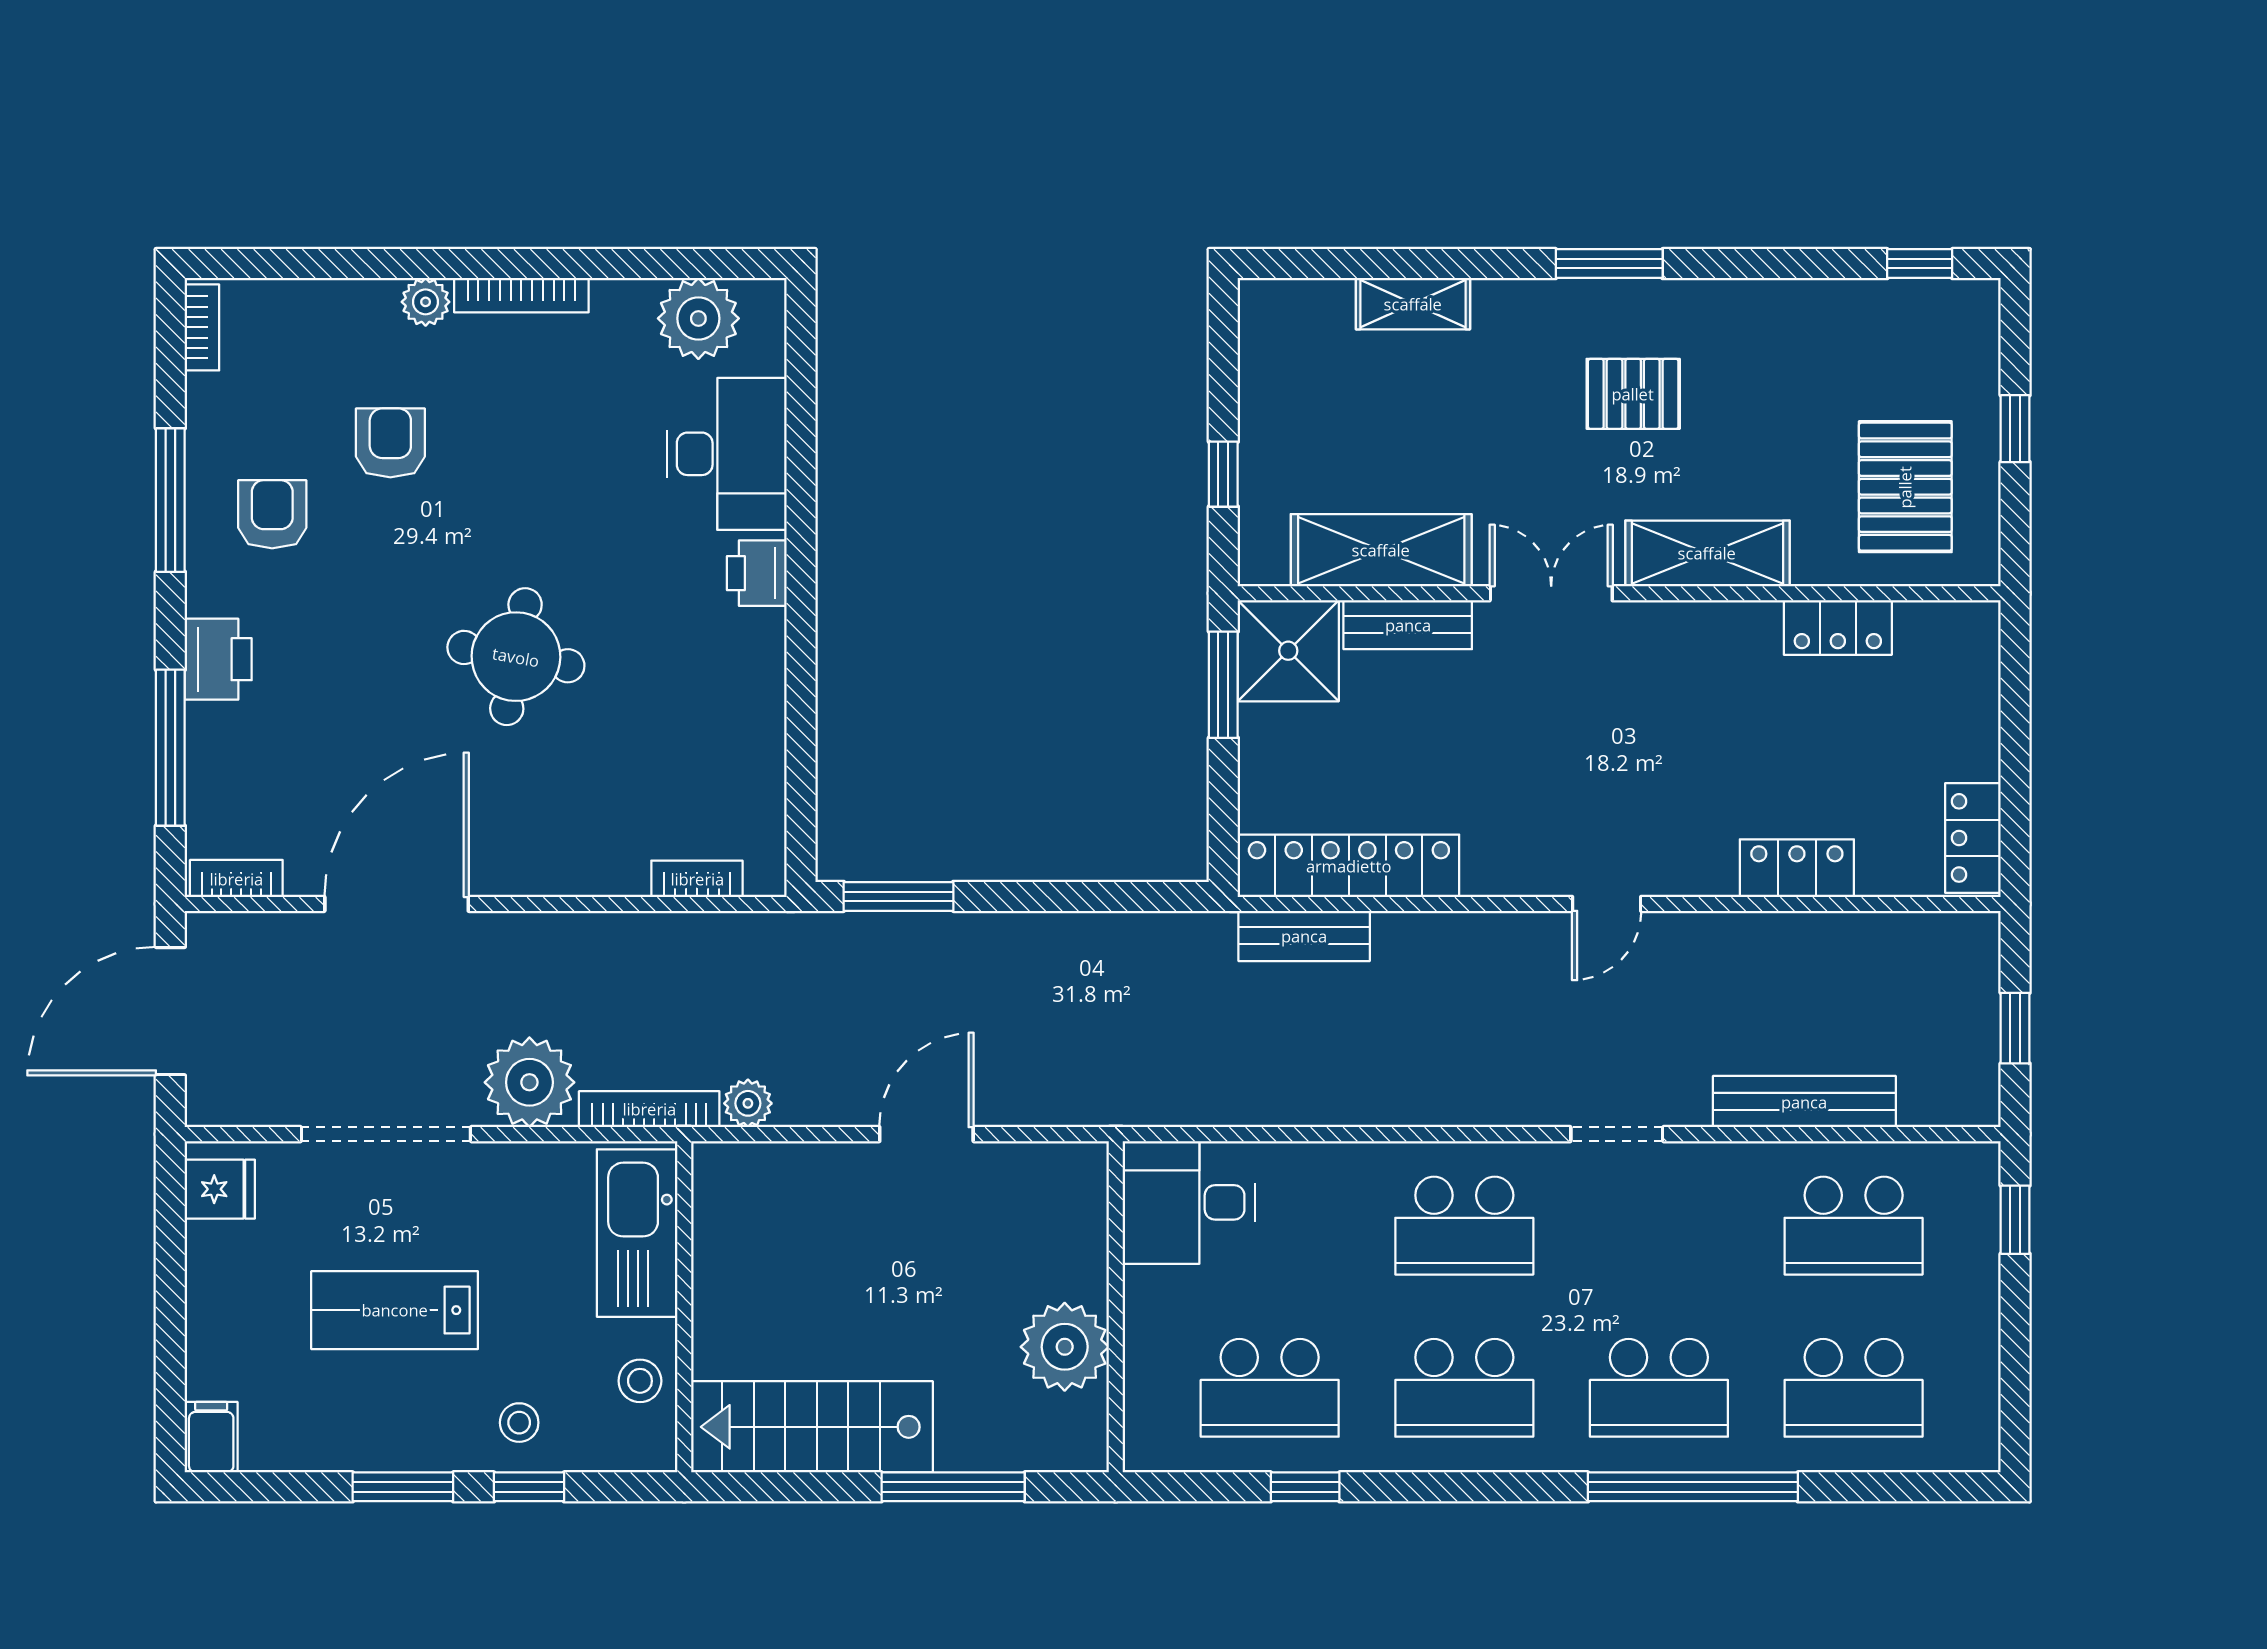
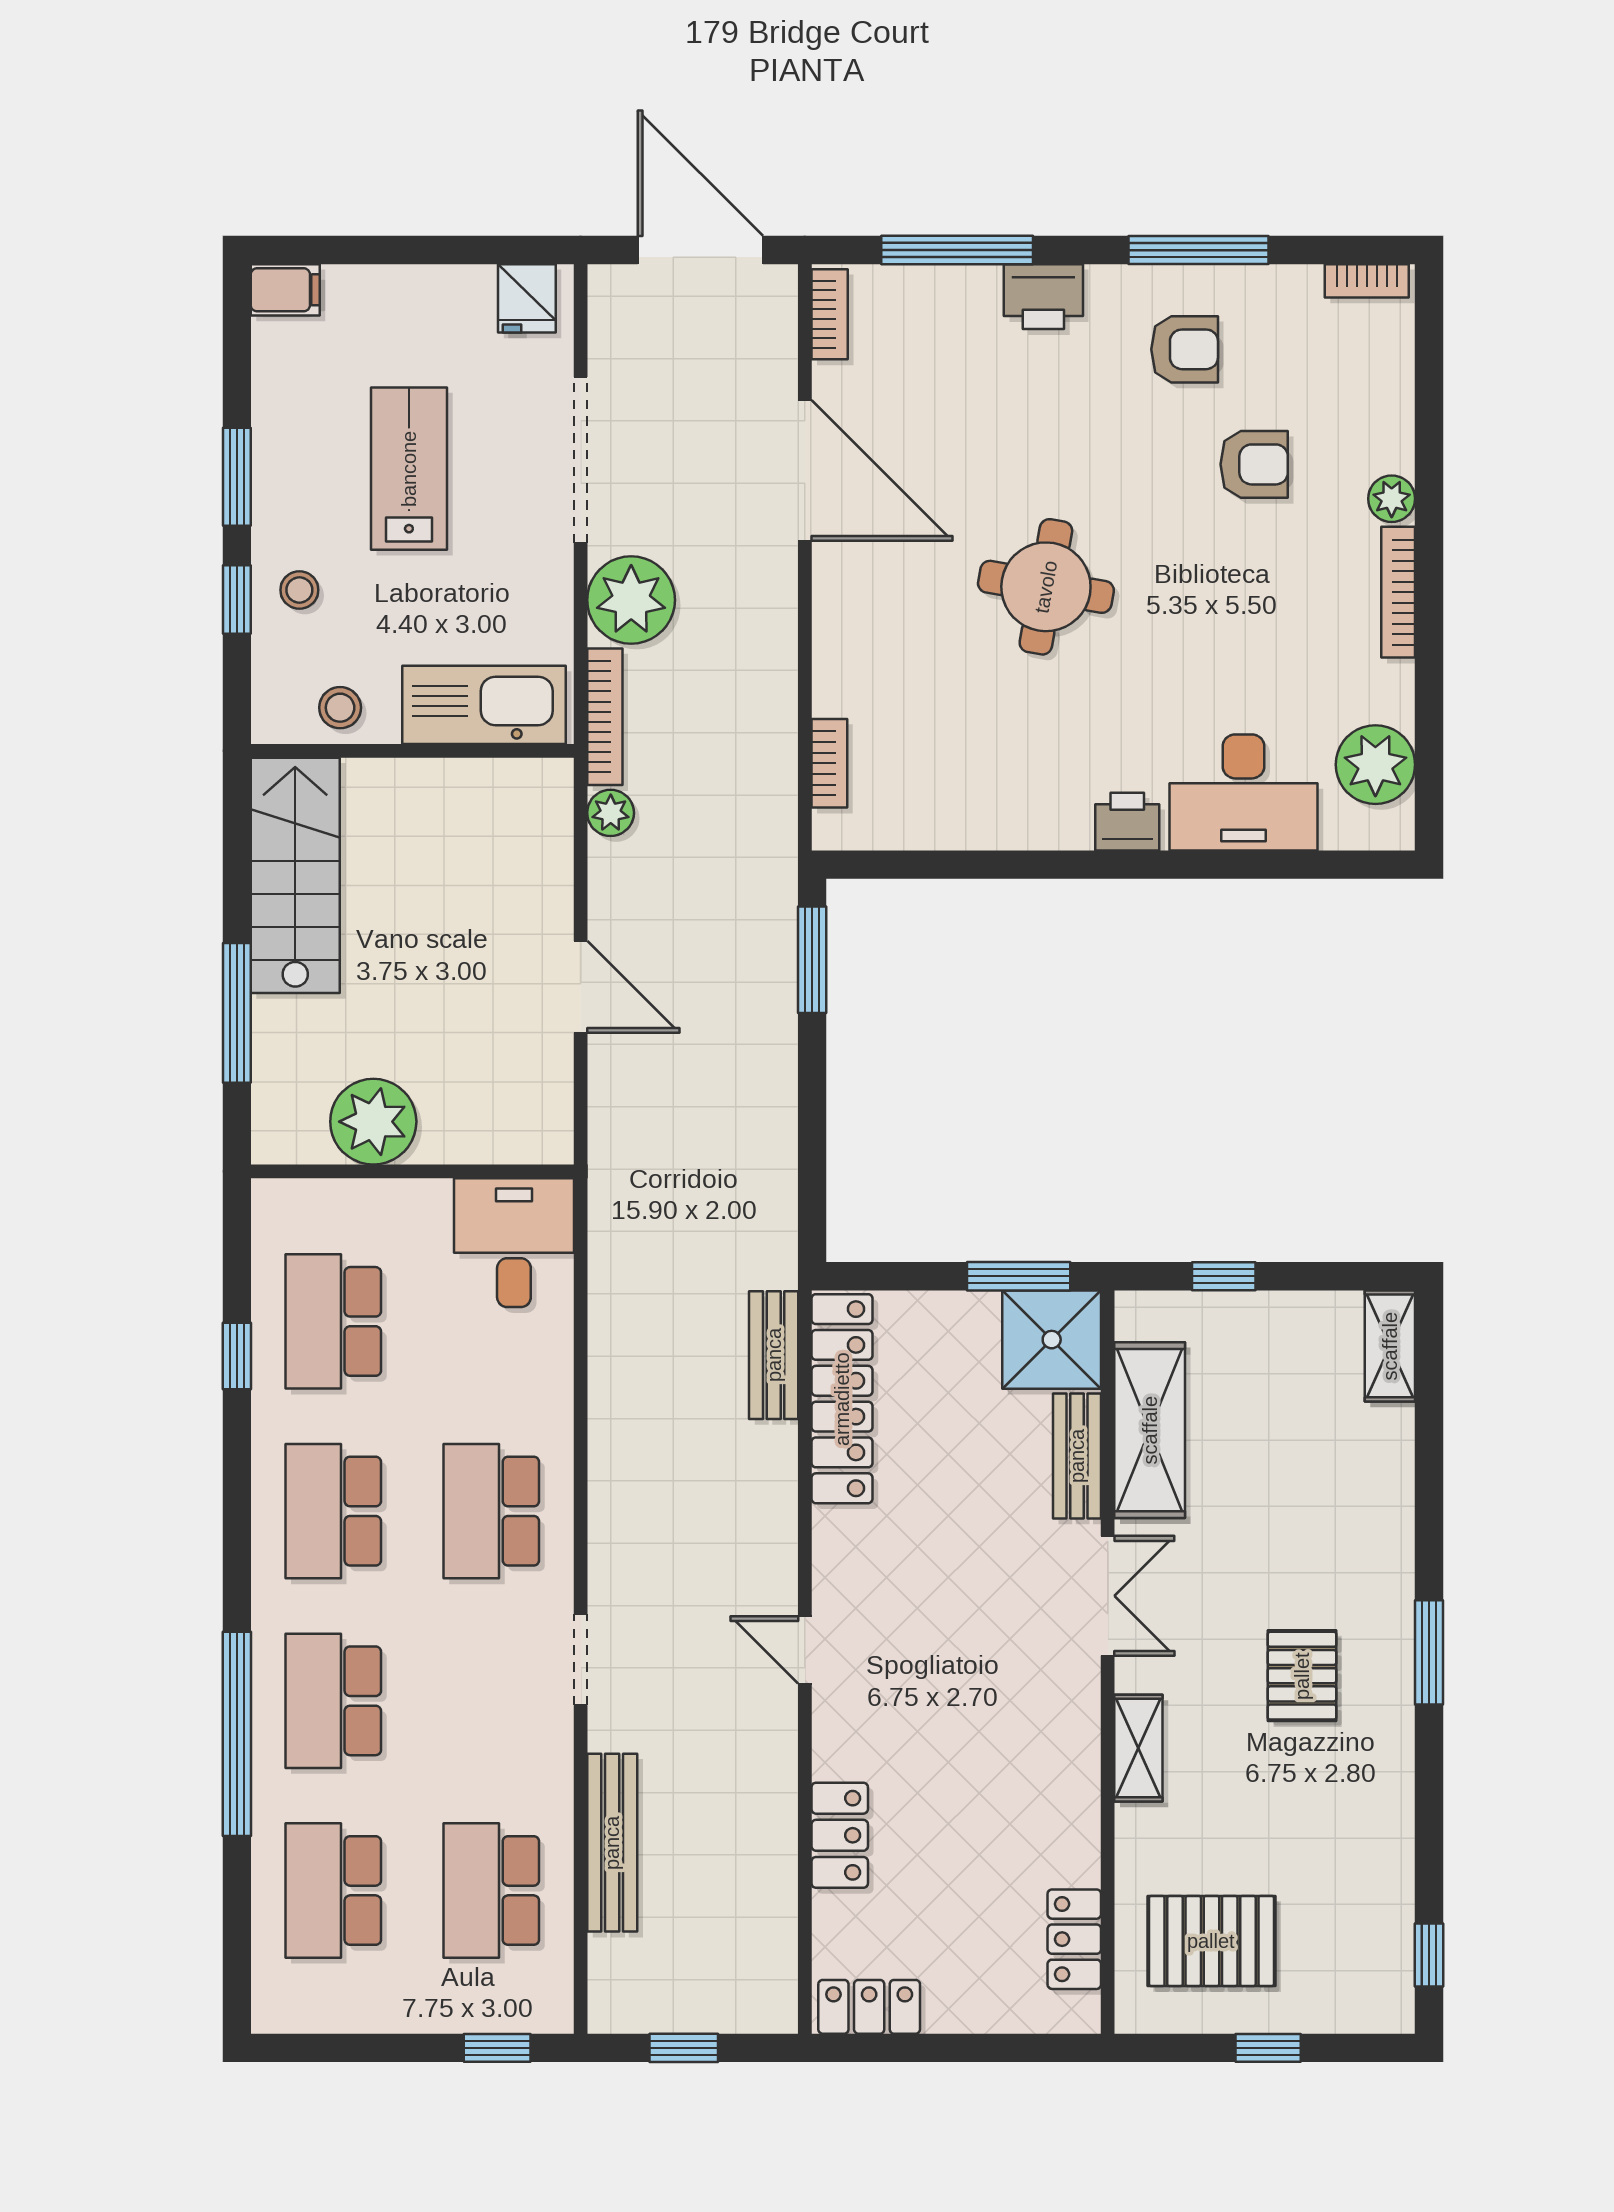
shelving: (1413, 304) -> (1390, 1346), moved
shelving: (1707, 553) -> (1138, 1748), width x0.67, depth x0.75
locker: (1838, 627) -> (1074, 1939), moved

